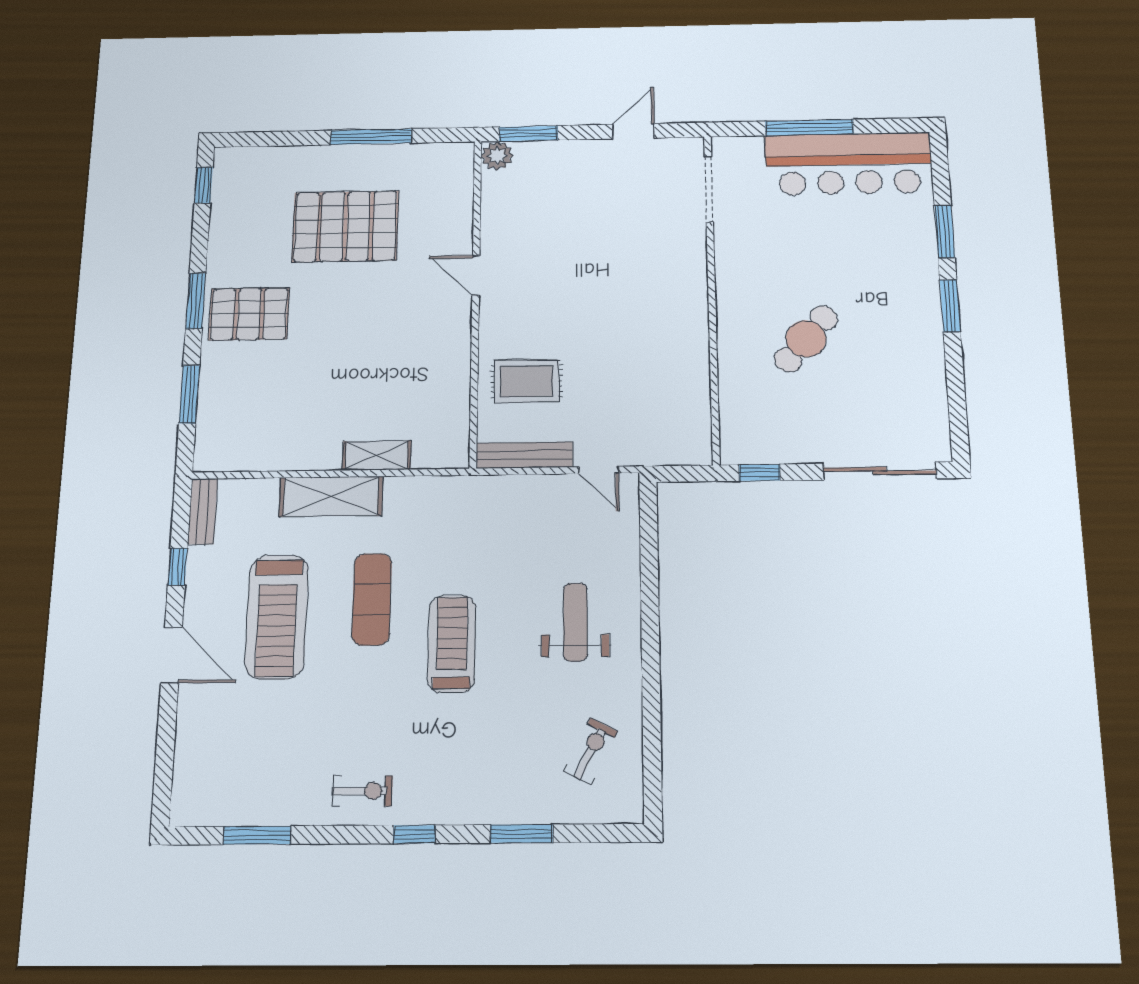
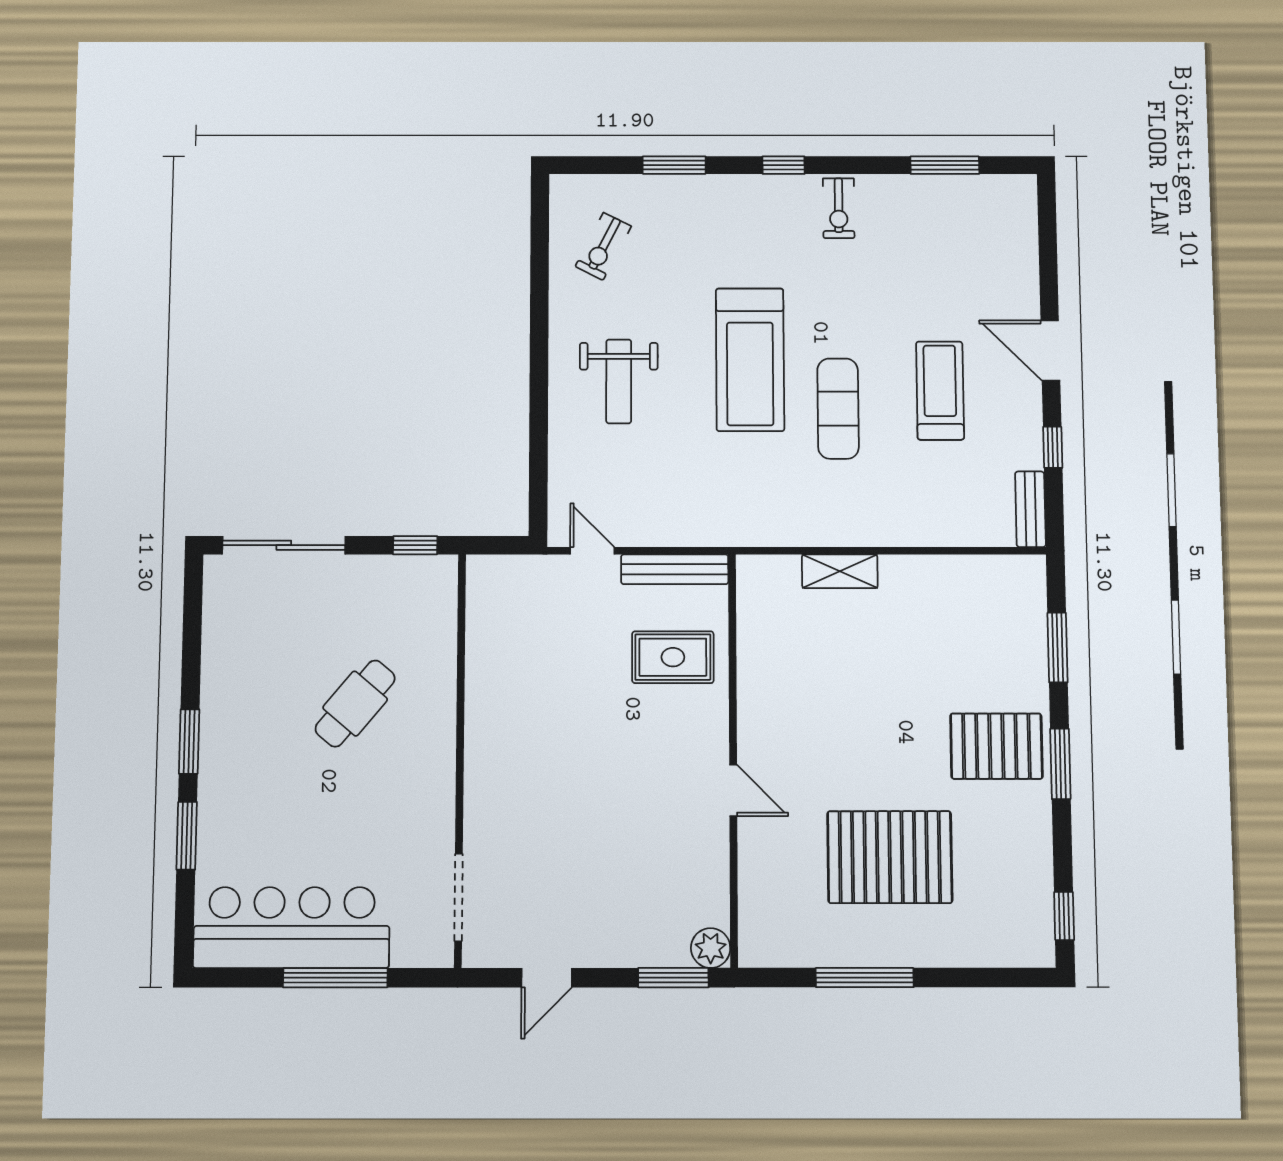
shelving: (331, 496) -> (889, 524), removed
treadmill: (277, 617) -> (940, 391), width x0.73, depth x0.73
treadmill: (452, 644) -> (750, 360), width x1.37, depth x1.38
exercise bike: (362, 791) -> (839, 208), turned -90

